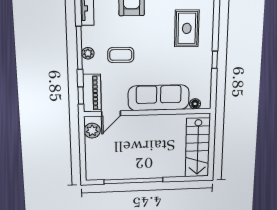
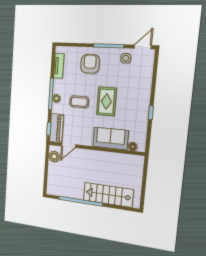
rug: (187, 28) -> (106, 101), moved
sofa: (159, 98) -> (110, 139), width x0.73
stairs: (198, 148) -> (108, 195), moved, turned 90

